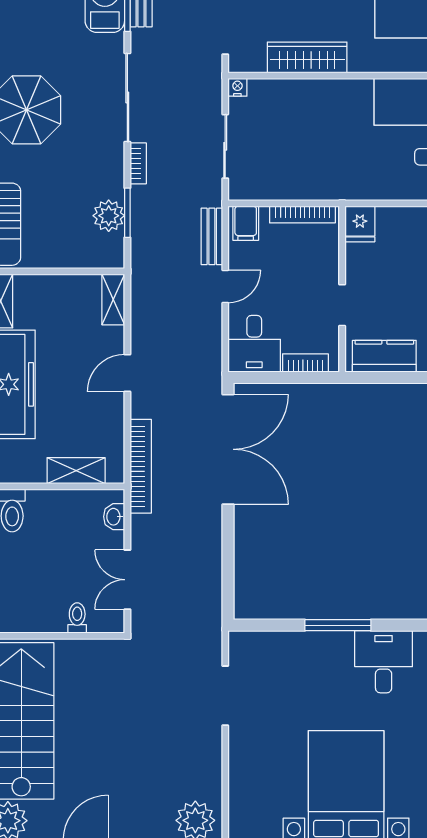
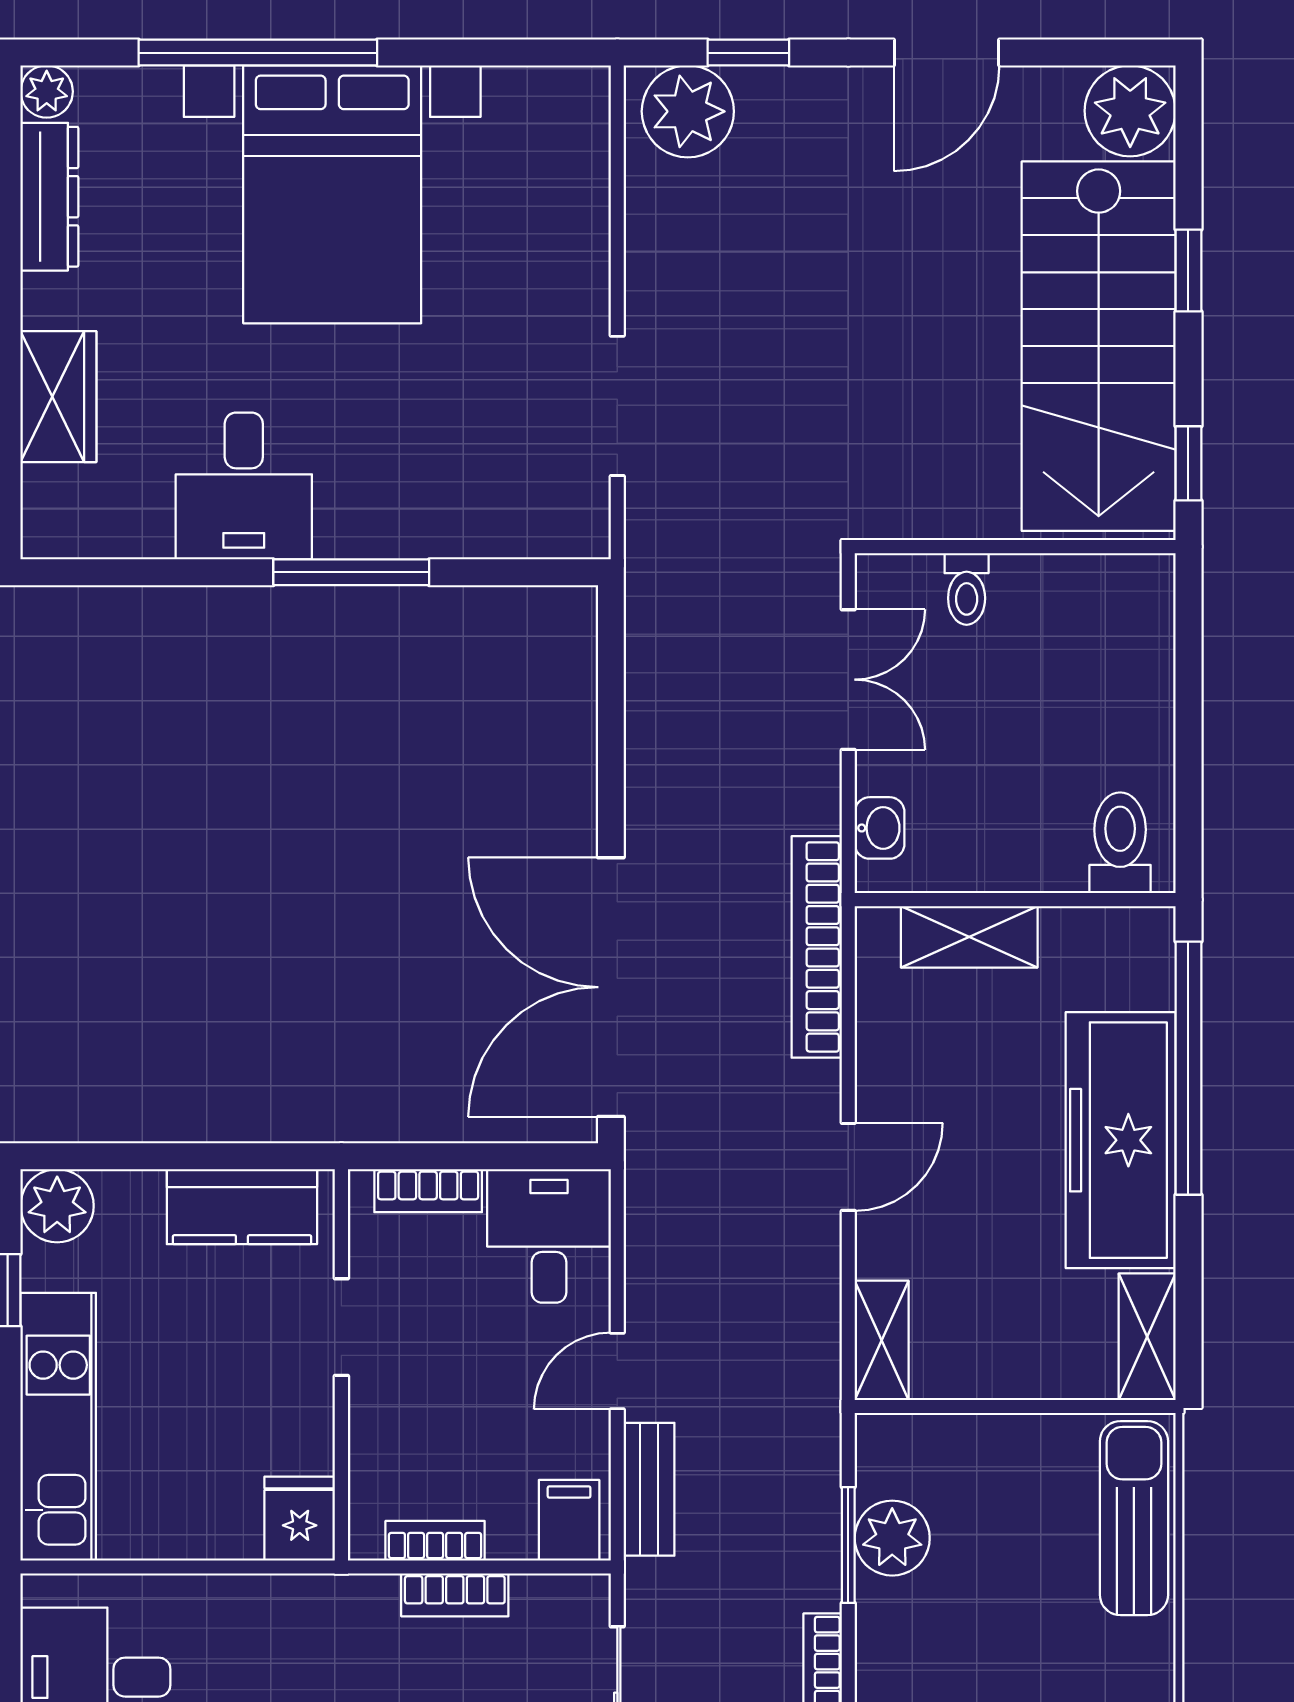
bookcase: (294, 192) -> (455, 1595), added
bookcase: (302, 215) -> (435, 1541), width x0.64

